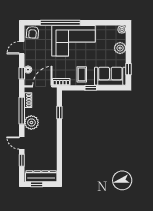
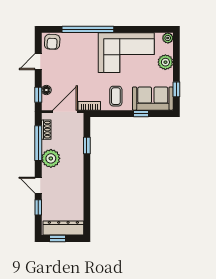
corner sofa: (73, 41) -> (126, 53), moved
window: (91, 88) -> (141, 114), moved

